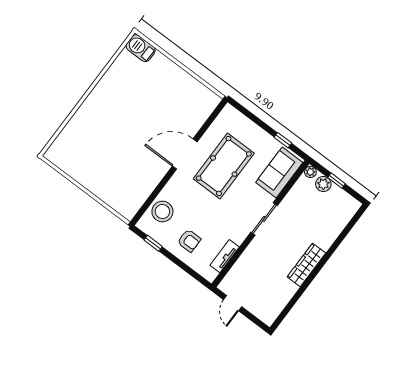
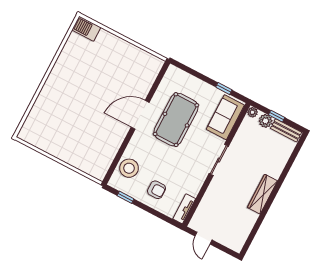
bench: (345, 198) -> (286, 130), added
tv unit: (225, 256) -> (184, 209), moved

